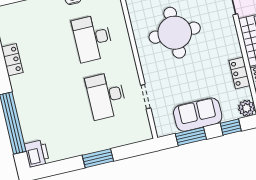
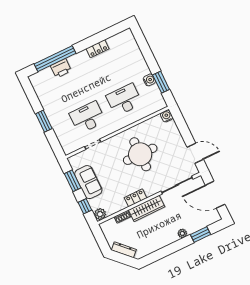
locker: (239, 73) -> (136, 198), moved
printer: (37, 153) -> (61, 68), moved

